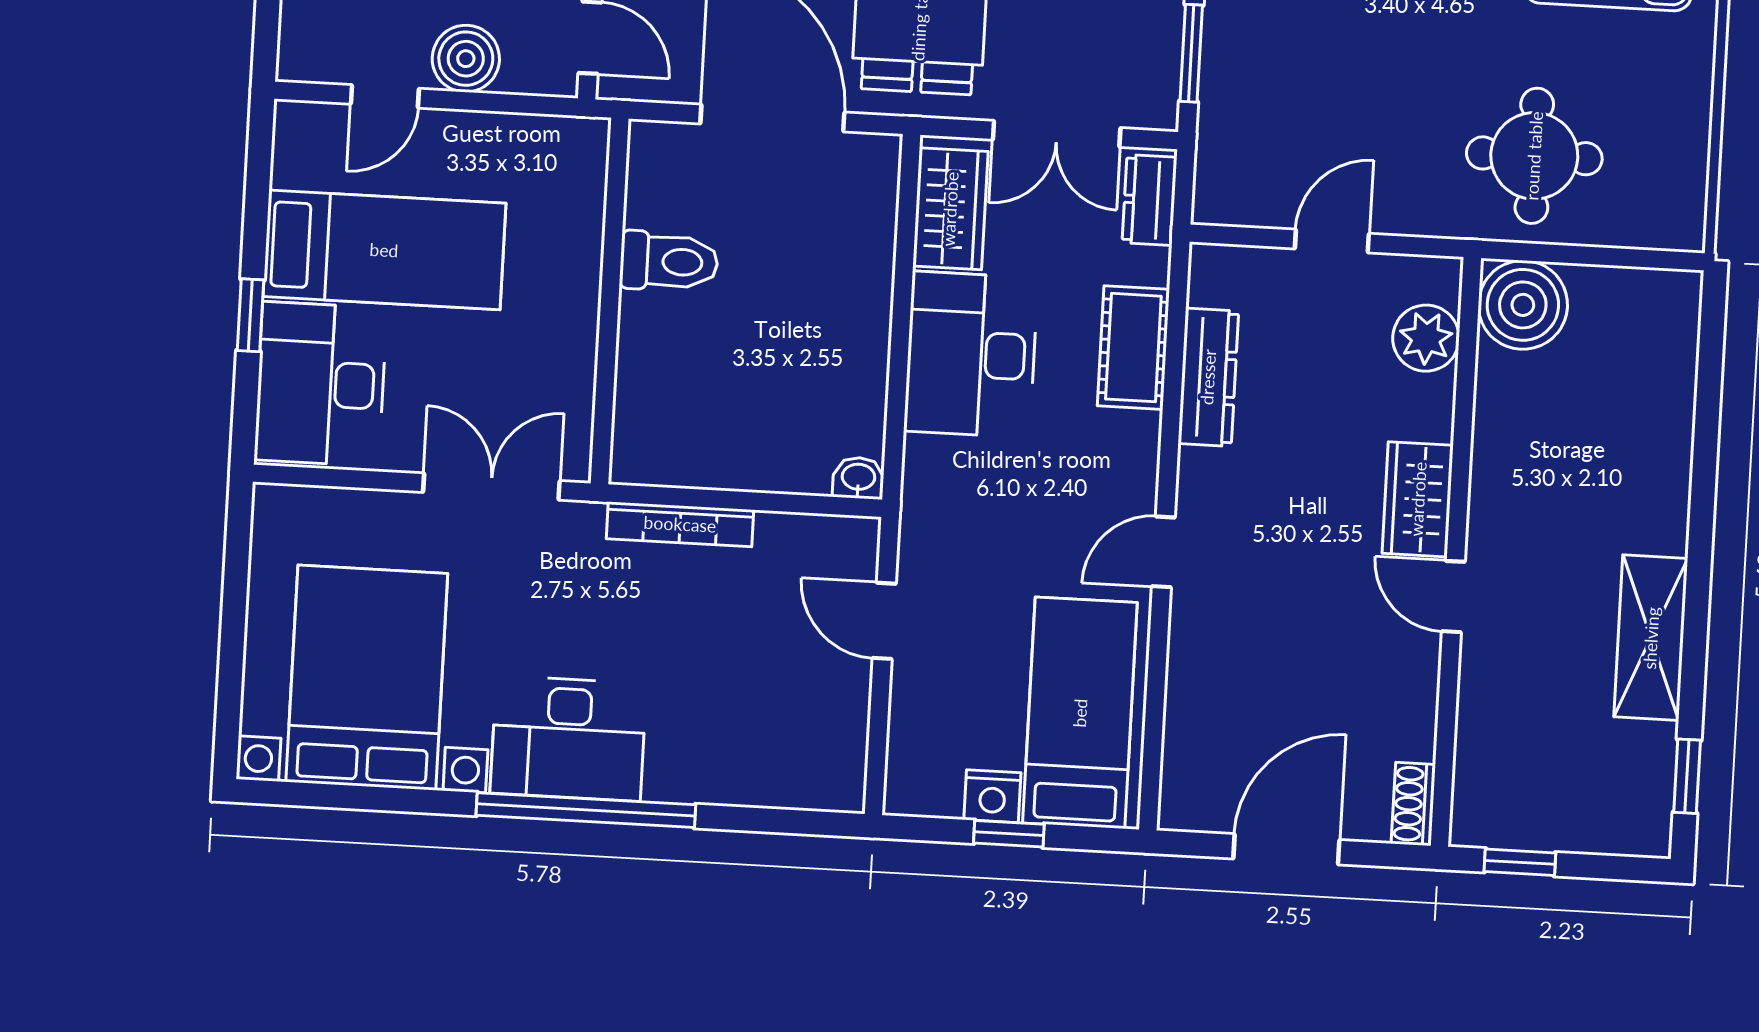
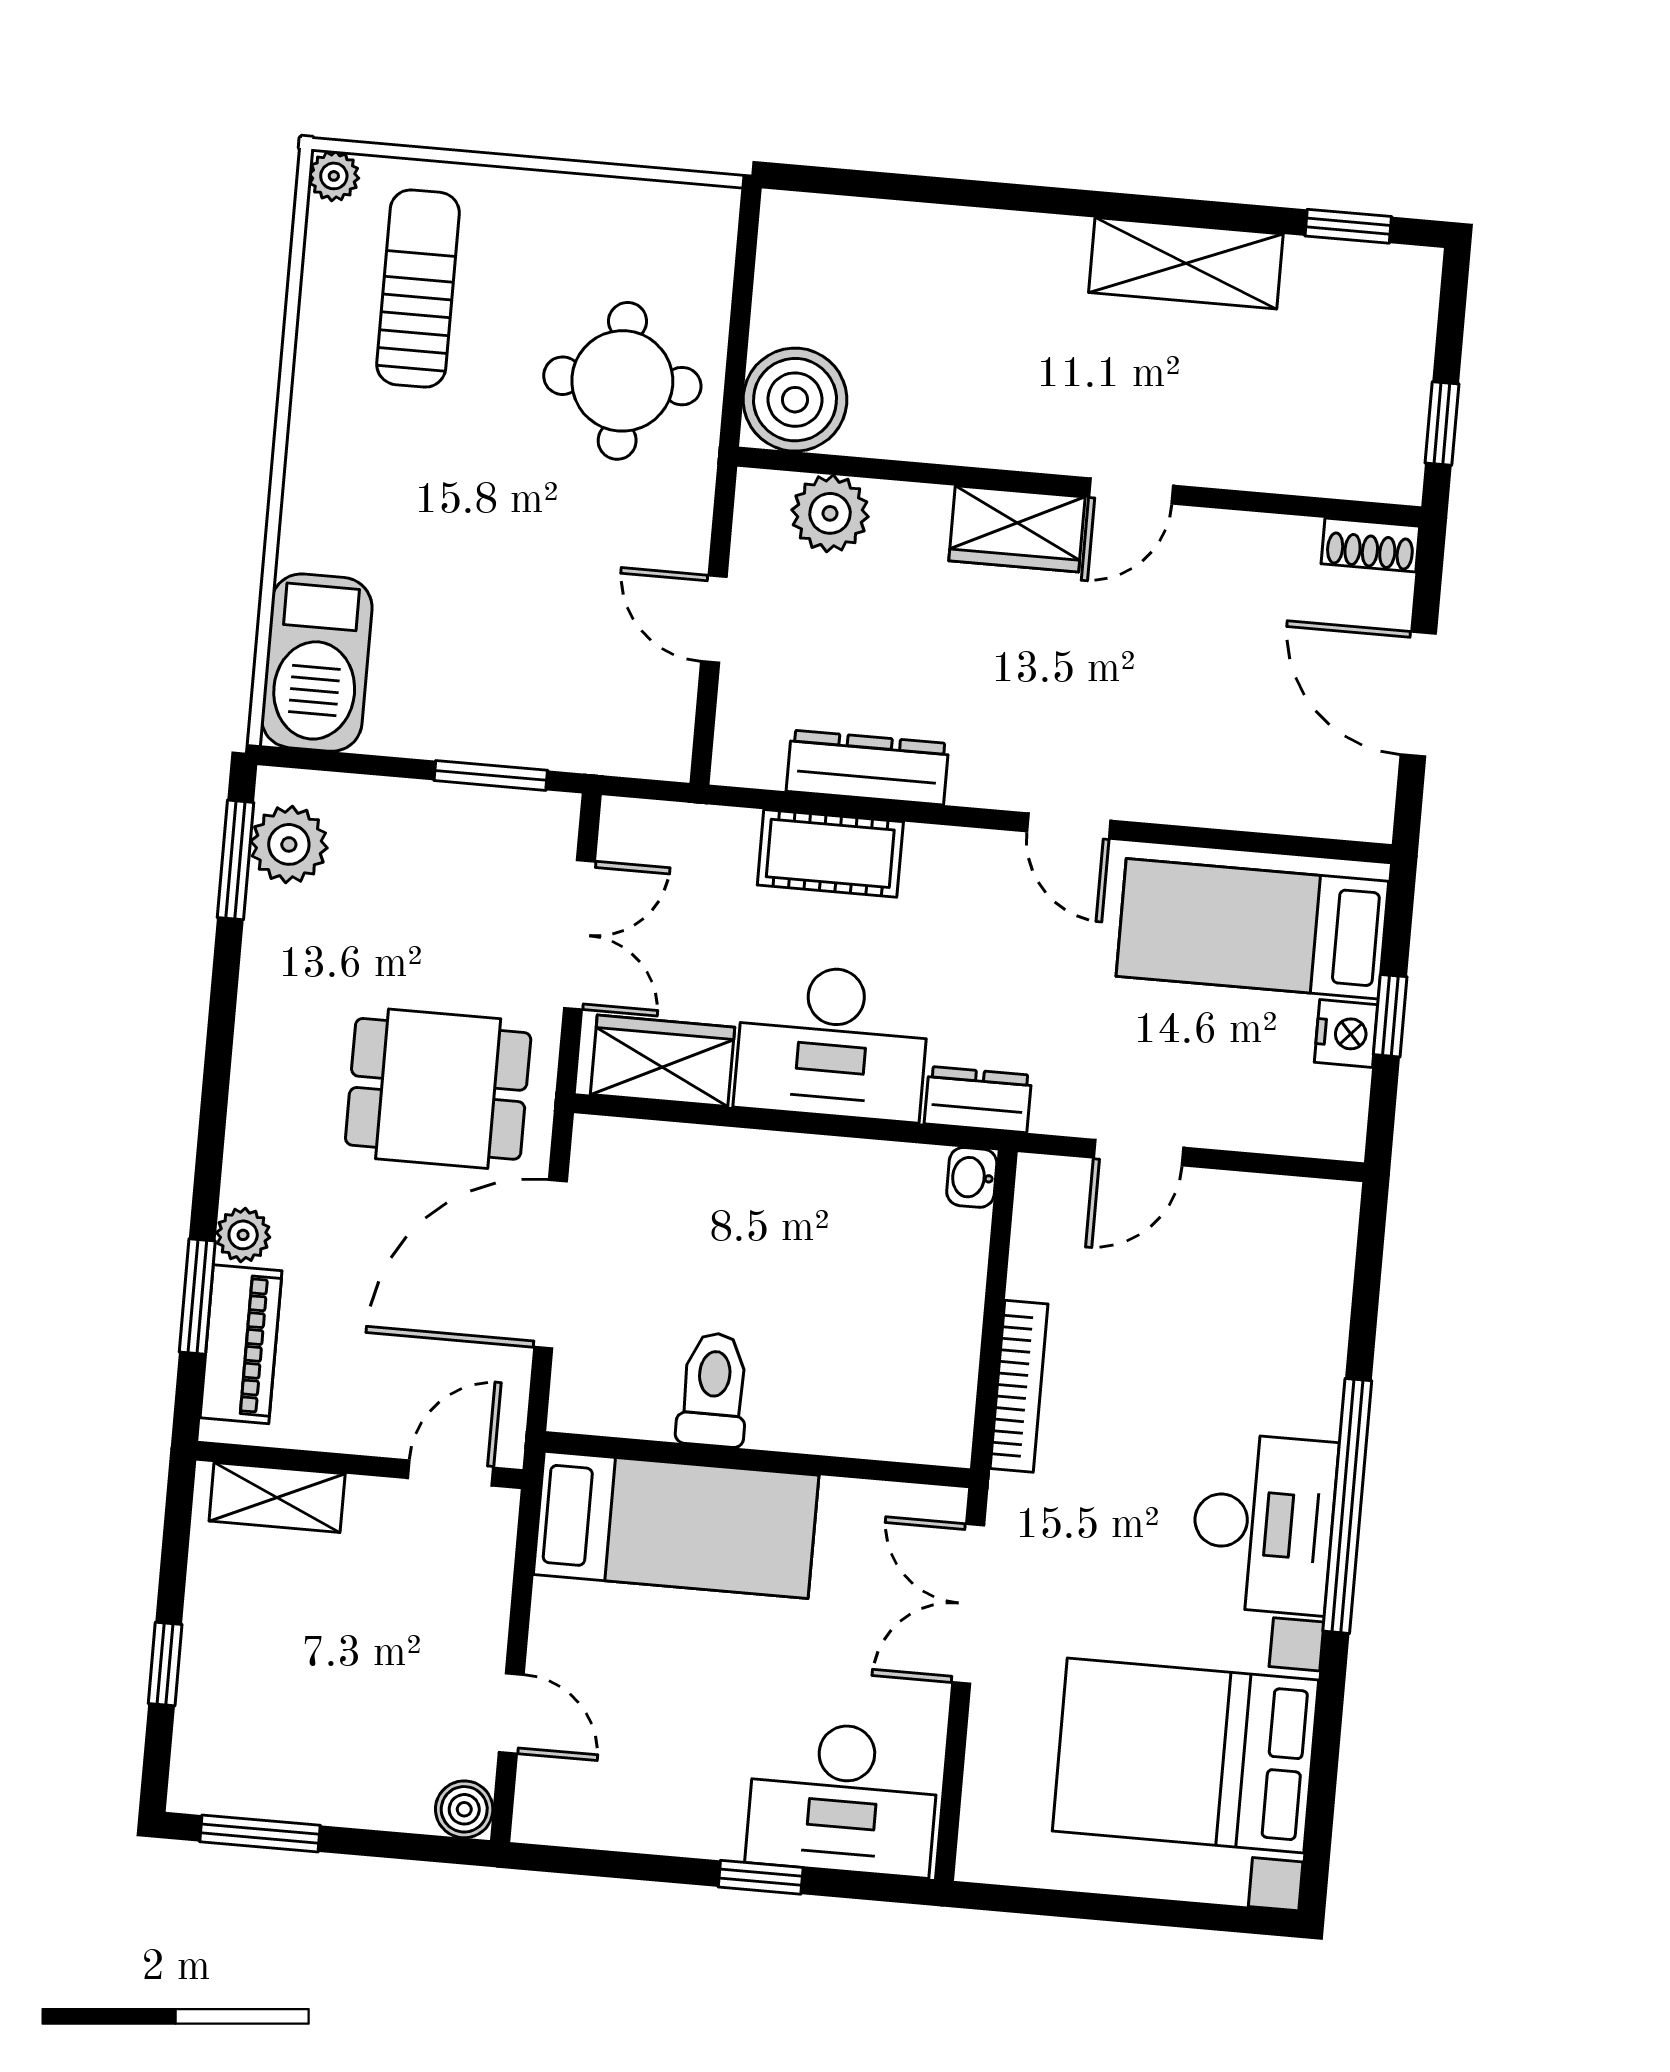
boiler: (466, 59) -> (464, 1809), moved, width x0.73, depth x0.73
dresser: (1150, 200) -> (978, 1099), moved, turned 180
bed: (384, 250) -> (676, 1525), moved, turned 90

